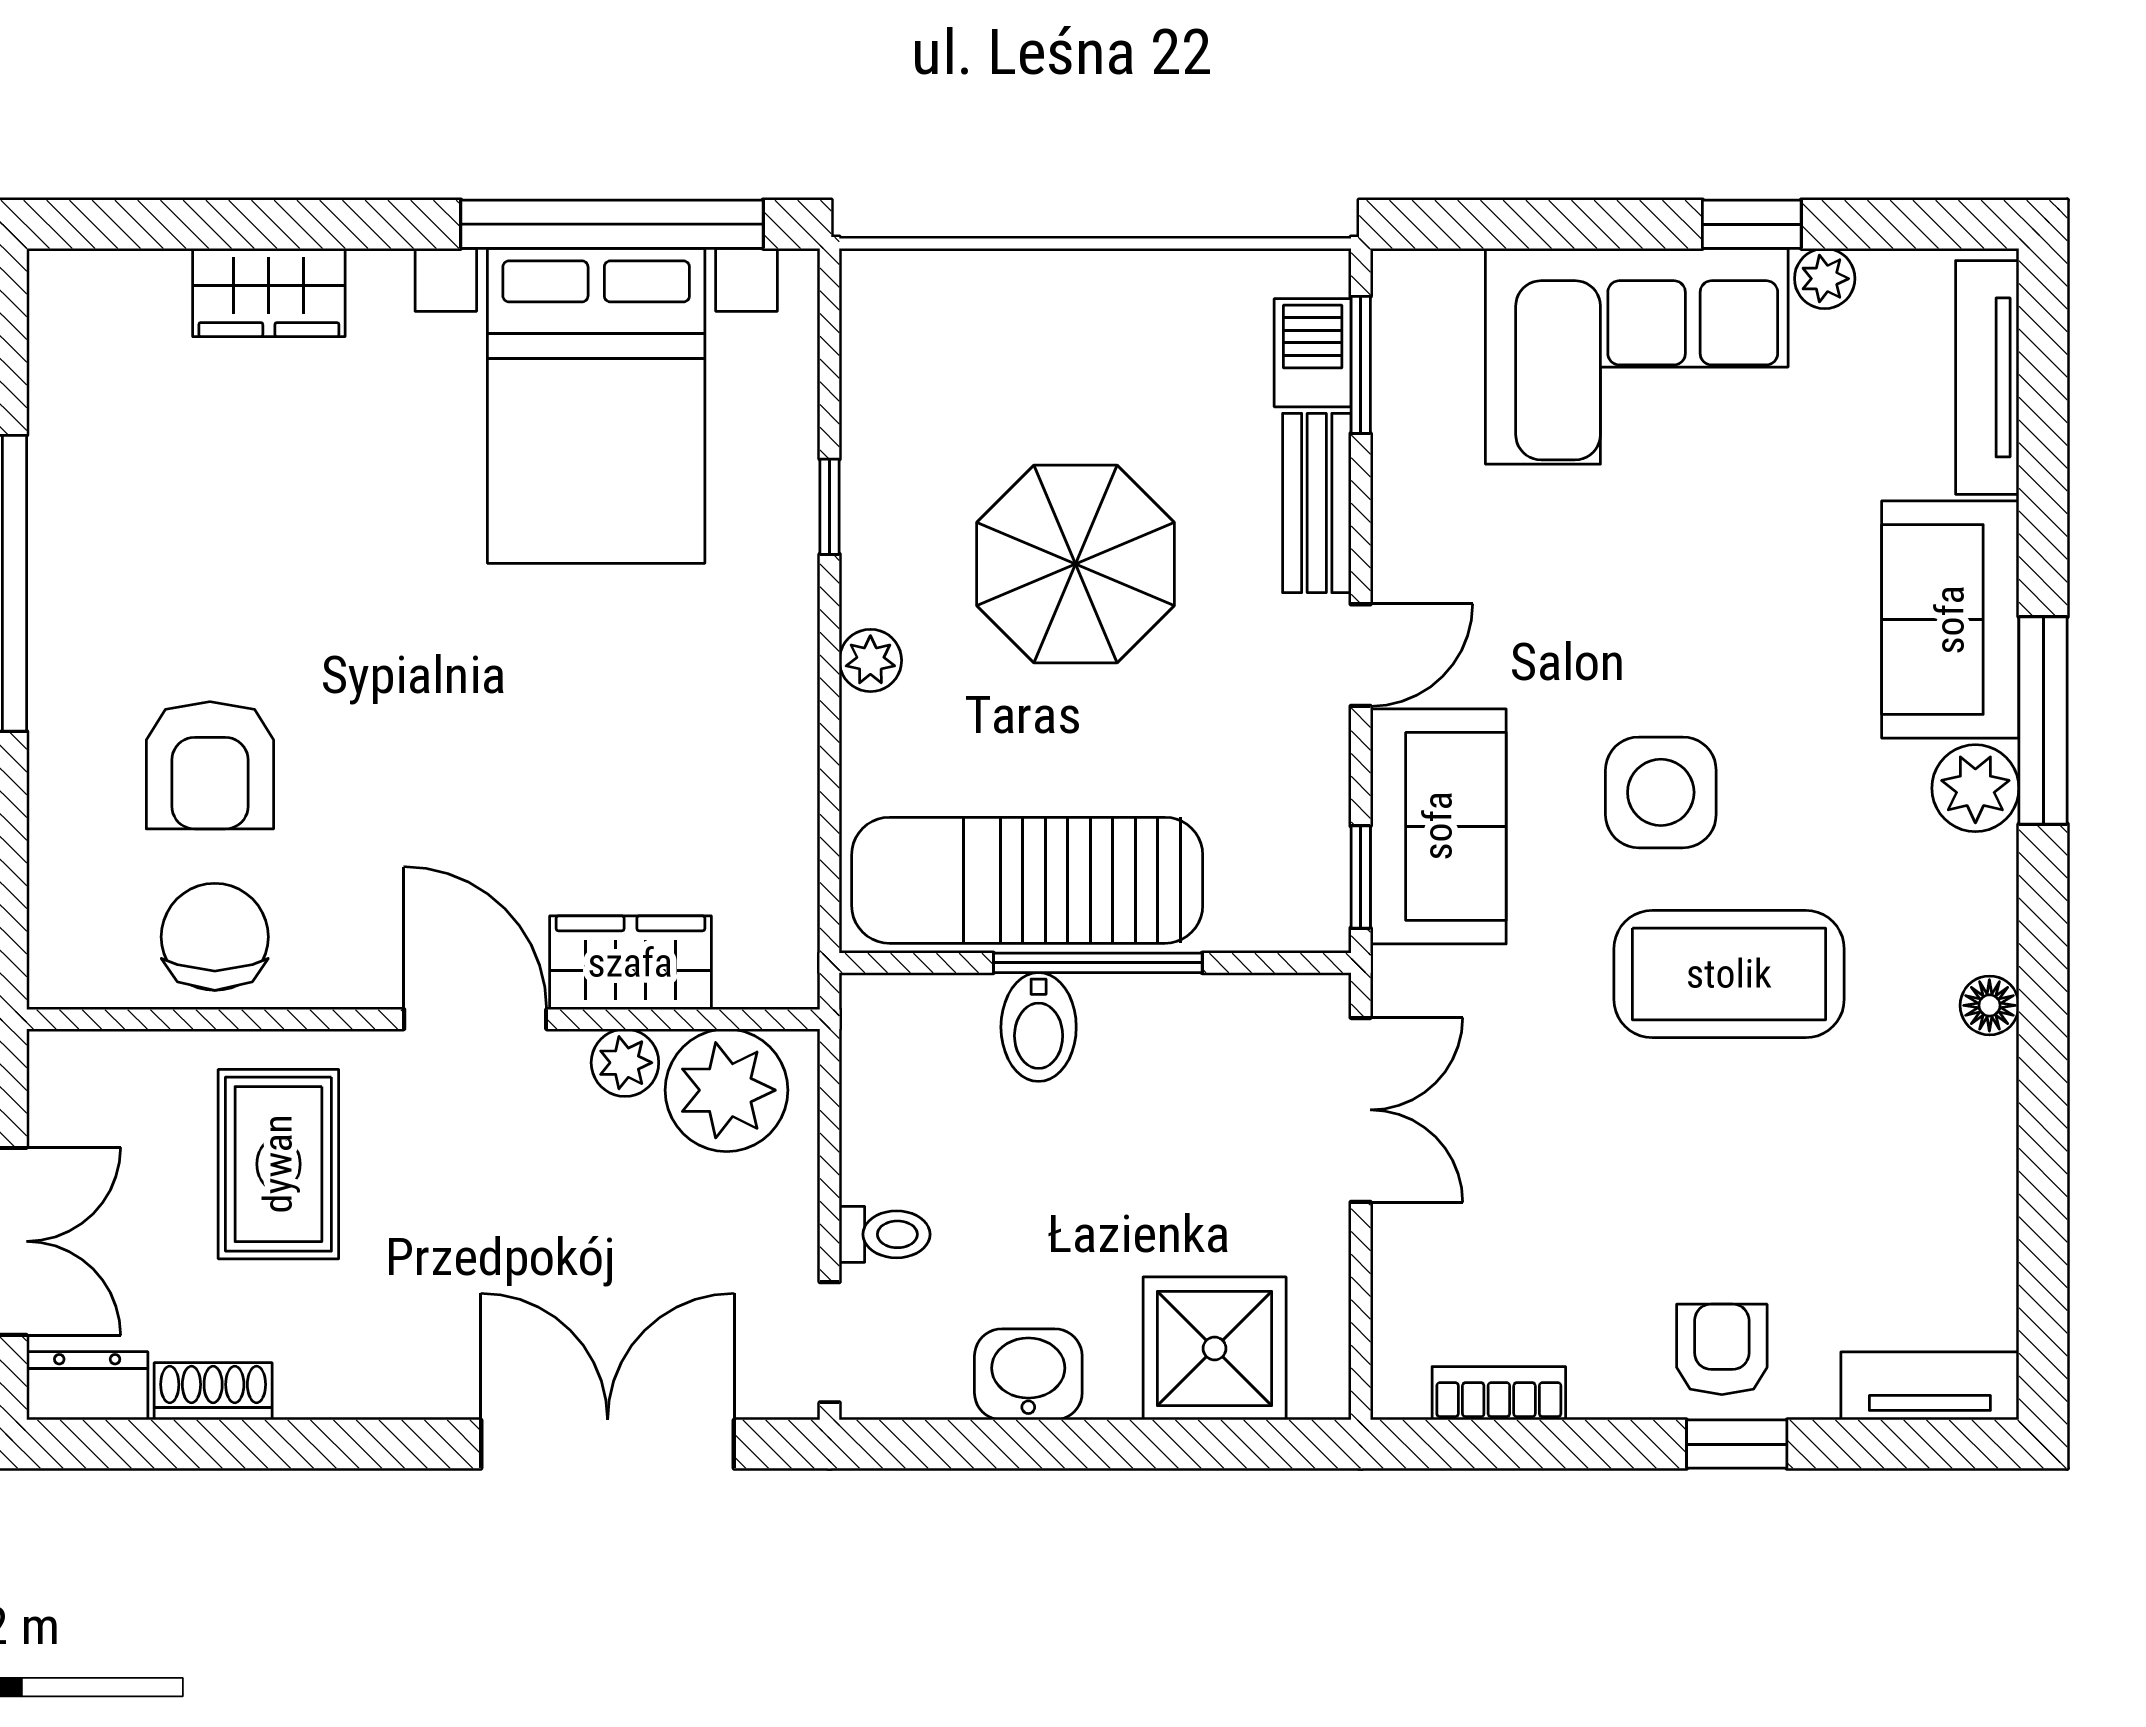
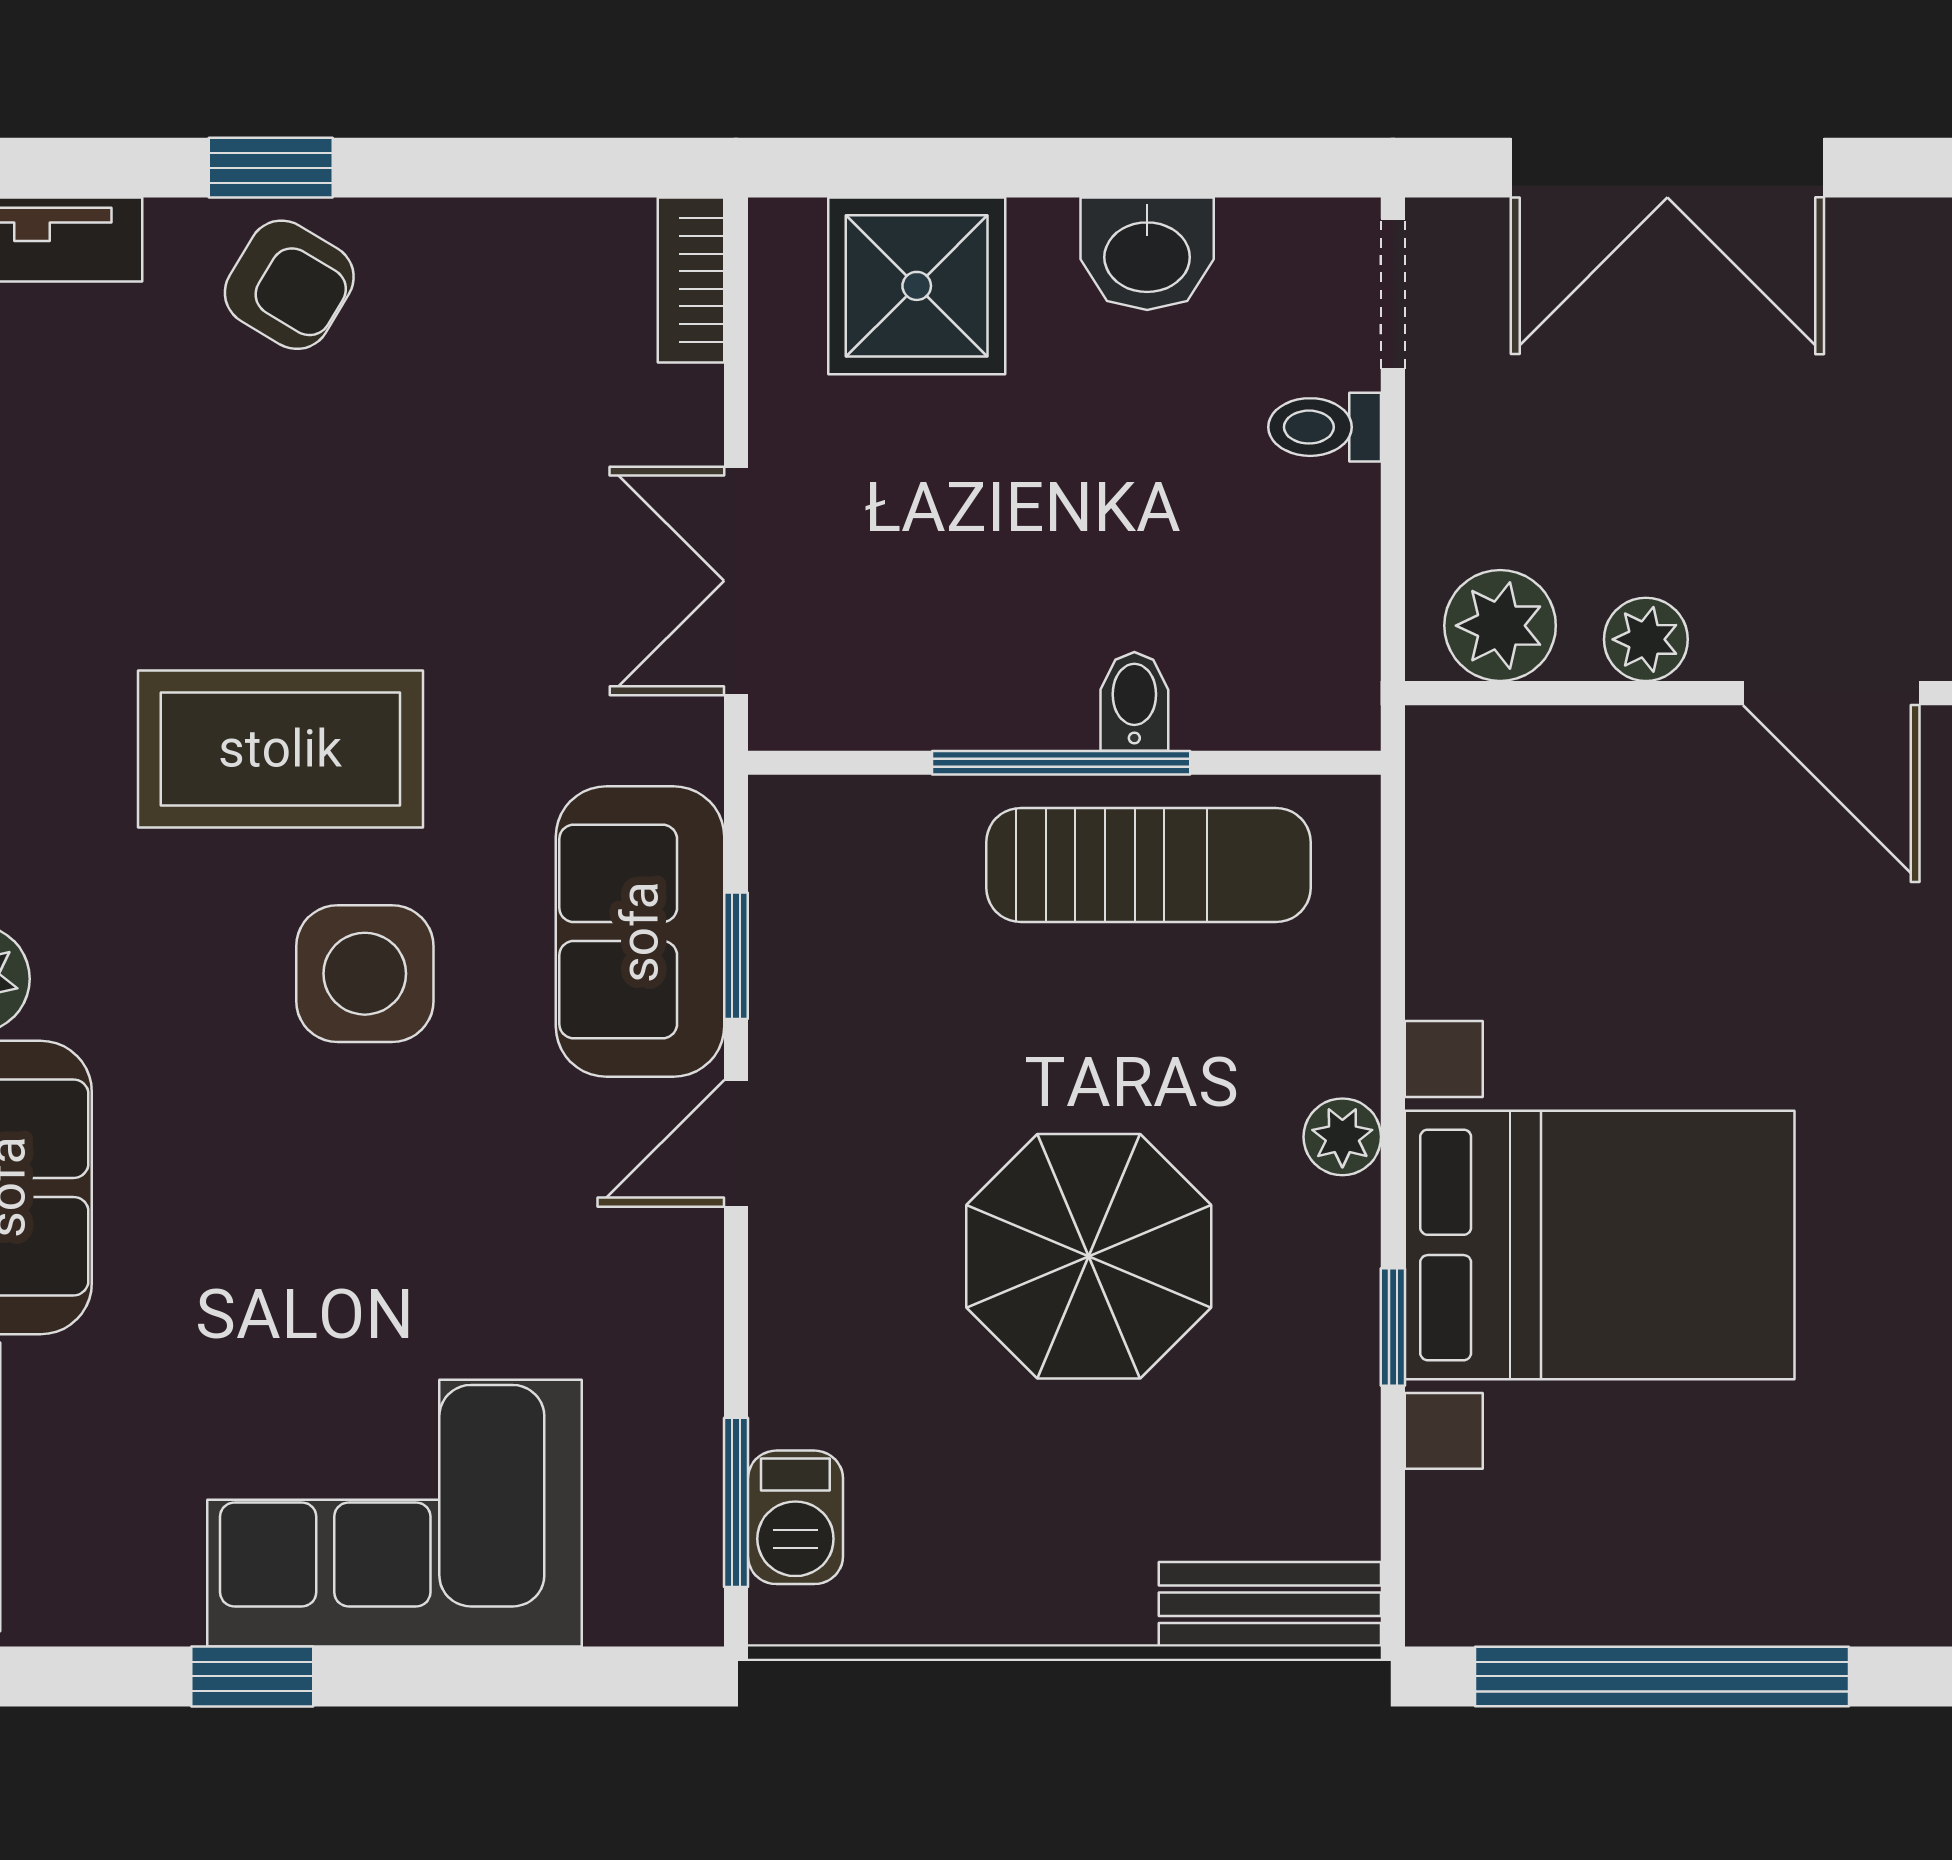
plant: (1825, 279) -> (162, 1609), removed
bed with nightstands: (596, 406) -> (1600, 1245), moved, turned 90
bench: (1317, 503) -> (1270, 1604), moved, turned 90
window: (1361, 877) -> (736, 956), moved
sun lounger: (1027, 880) -> (1148, 865), width x0.73, depth x0.75
wardrobe: (630, 963) -> (1639, 763), removed
bidet: (1039, 1027) -> (1134, 701), width x0.72, depth x0.74
plant: (727, 1090) -> (1500, 626), width x0.73, depth x0.73
armchair: (1722, 1349) -> (289, 285), turned -59
bookcase: (1499, 1393) -> (691, 280), moved, turned 90

